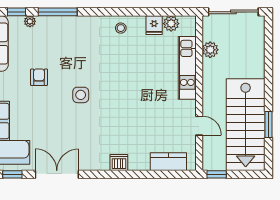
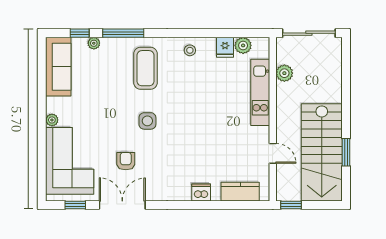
coffee table: (79, 45) -> (145, 68), added
armchair: (39, 77) -> (126, 161), moved
dishwasher: (119, 163) -> (201, 192), moved

